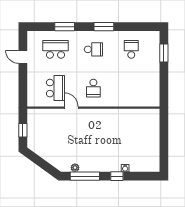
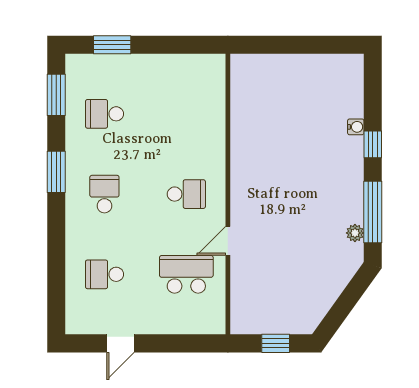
window: (65, 27) -> (56, 95), moved
school desk: (55, 49) -> (104, 274), width x0.54

